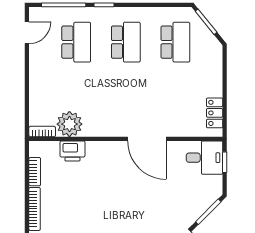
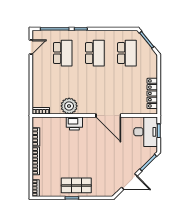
locker: (215, 113) -> (152, 93), width x1.53
plant: (69, 124) -> (69, 106), moved
printer: (72, 151) -> (74, 123), moved
desk: (204, 158) -> (146, 132), width x1.37

